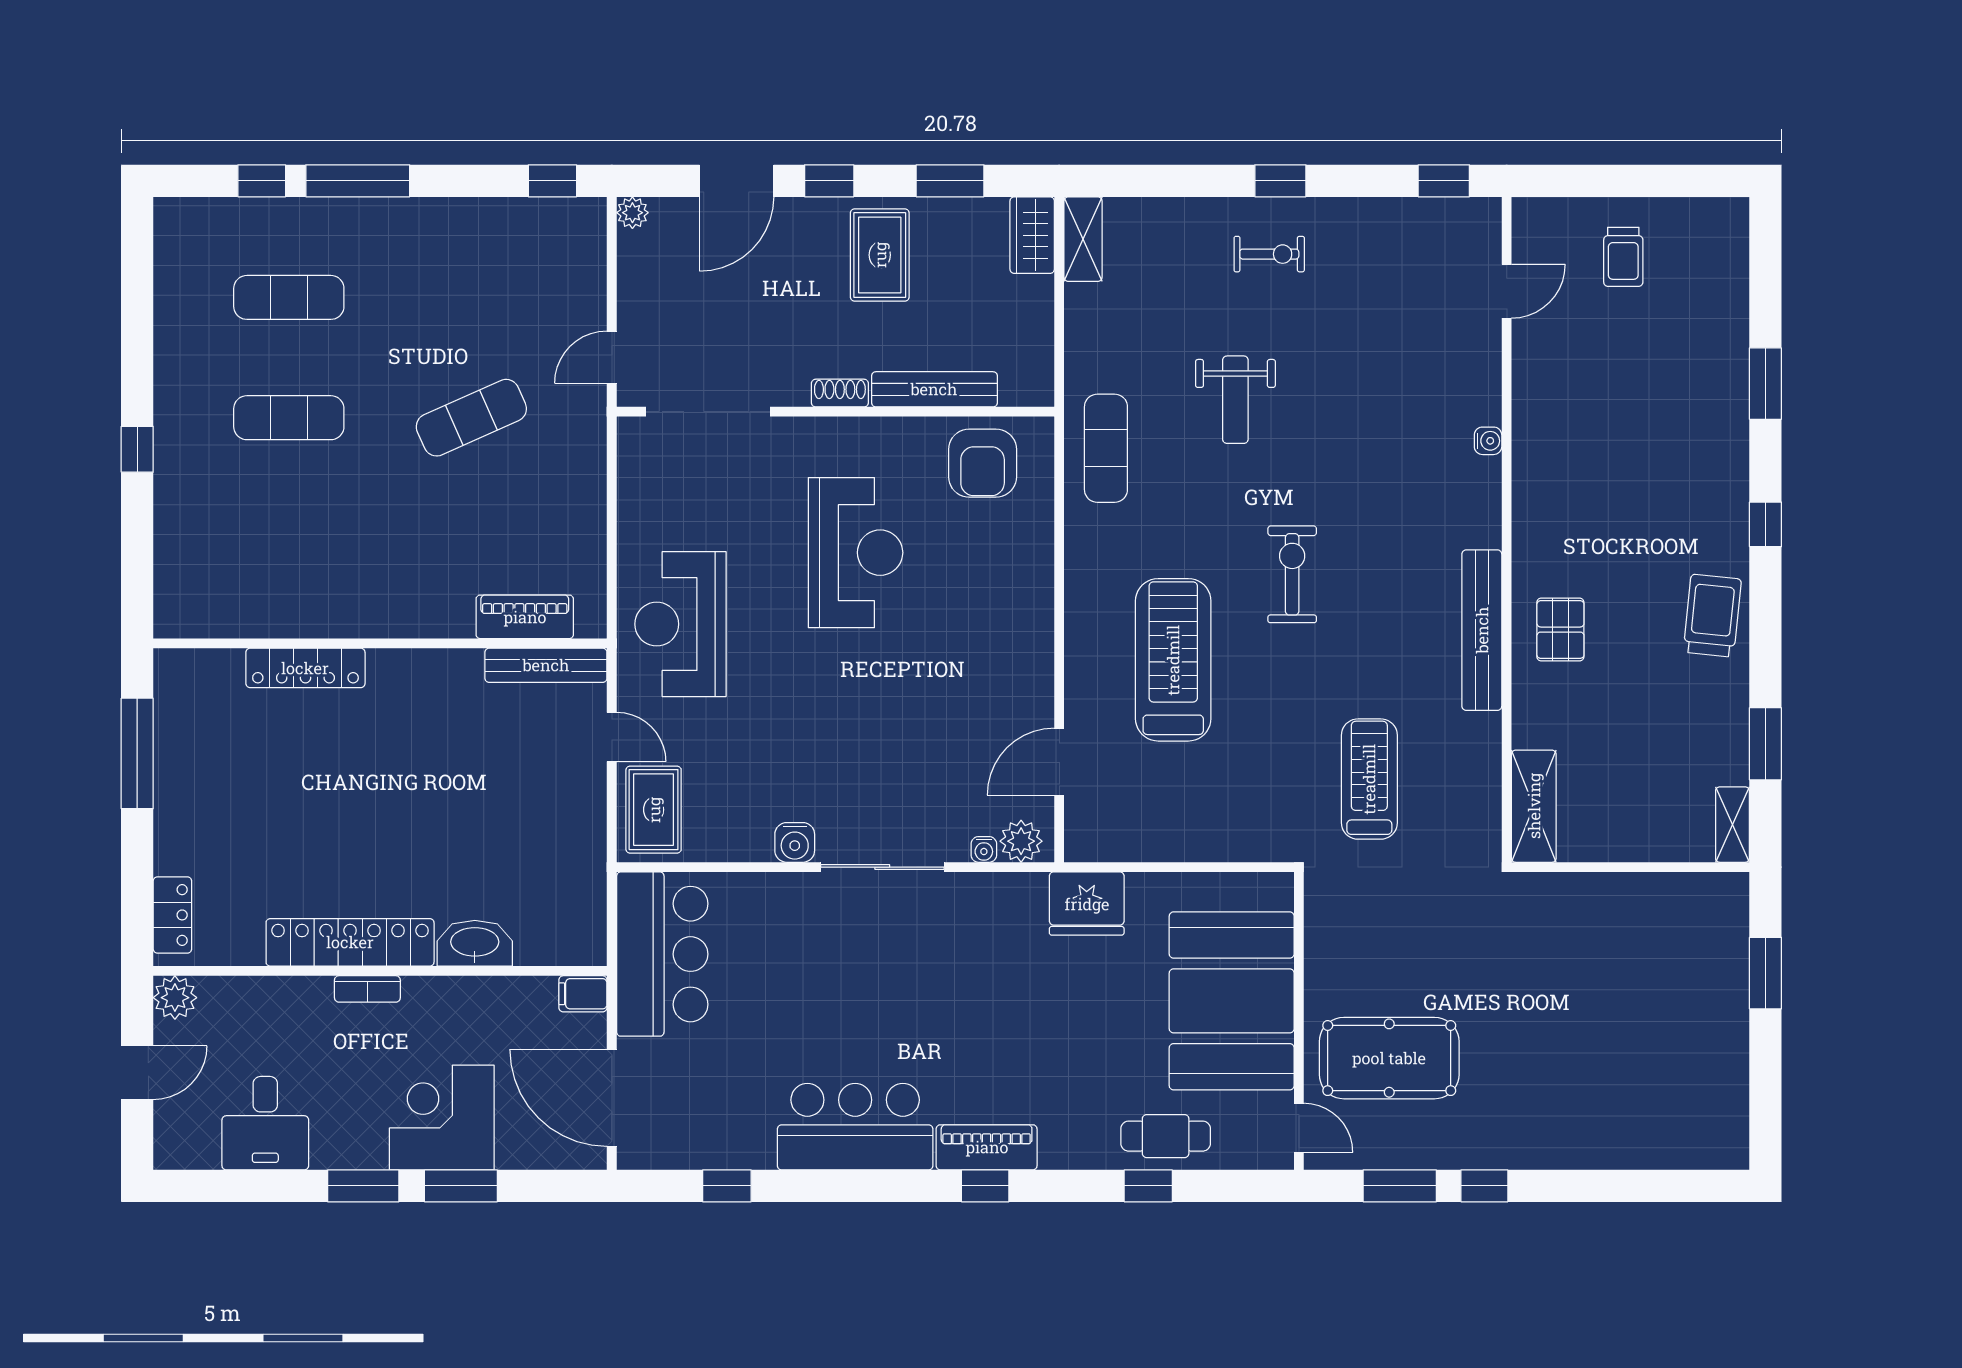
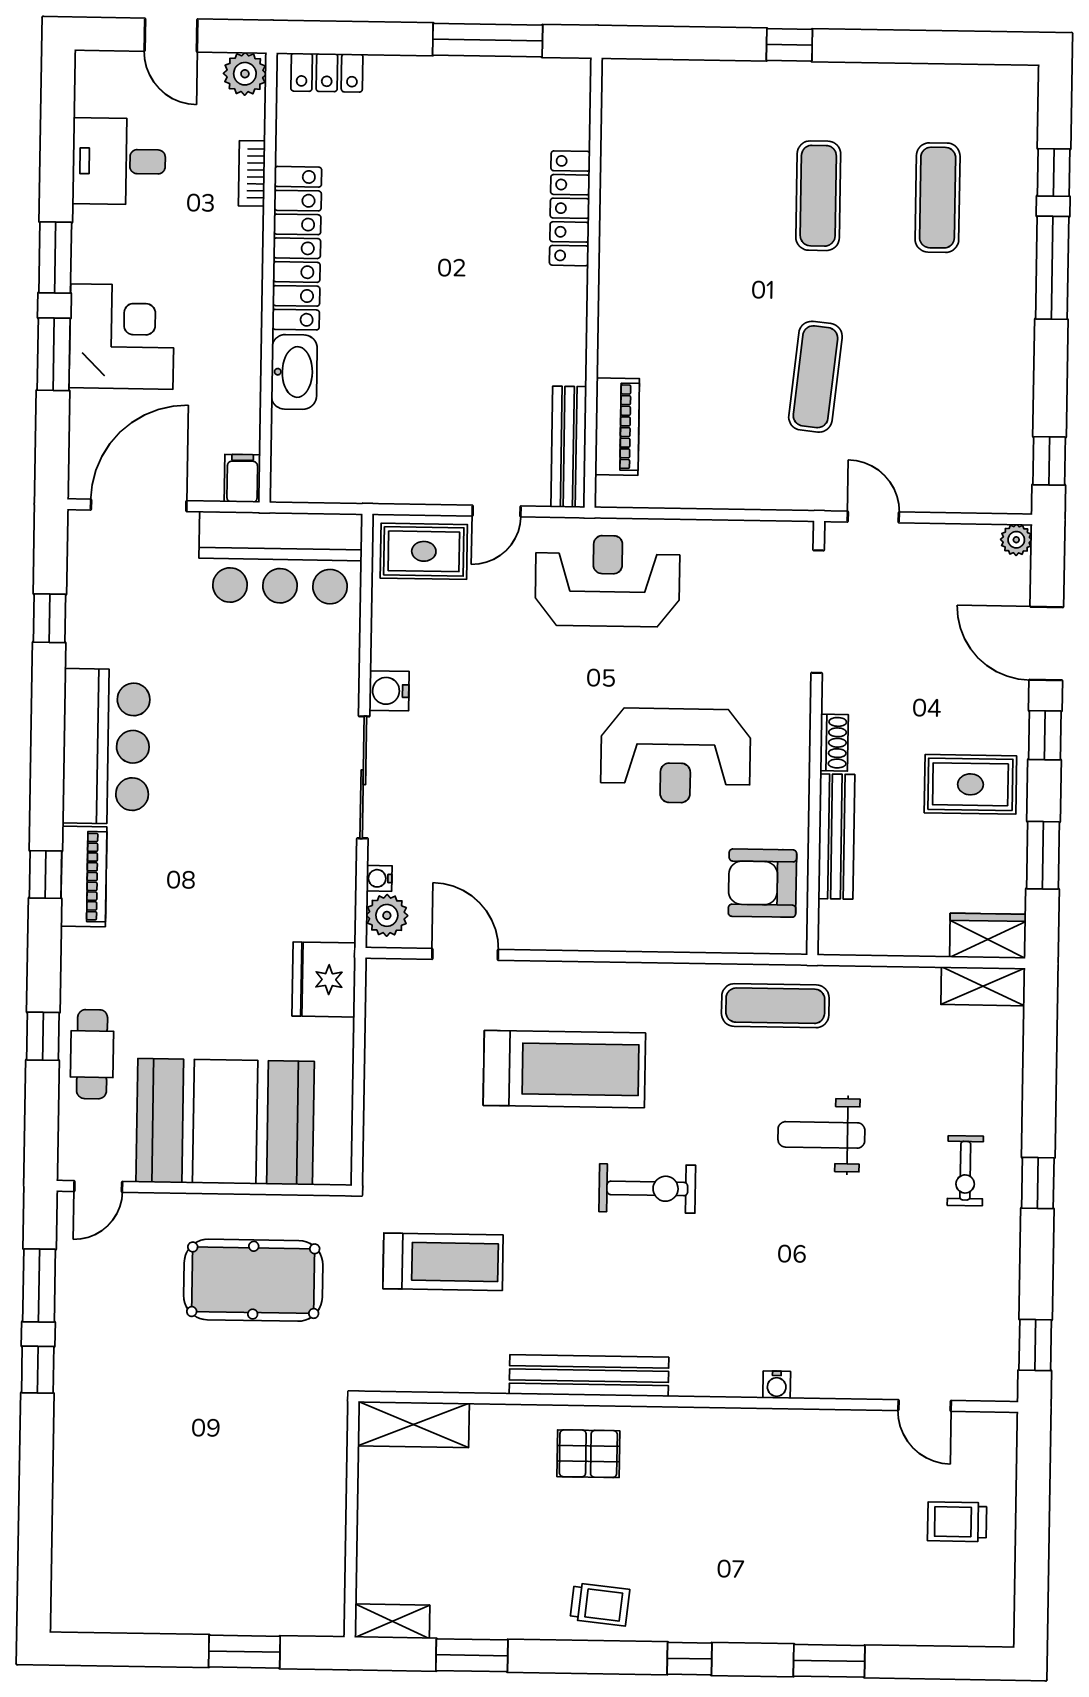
exercise mat: (471, 418) -> (815, 377), turned 30
trolley: (1712, 616) -> (600, 1605), width x0.73, depth x0.72
bookcase: (367, 989) -> (252, 173), moved
pool table: (1389, 1058) -> (253, 1280), moved, turned 90

